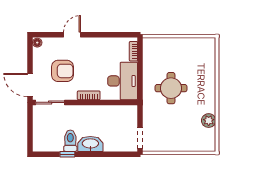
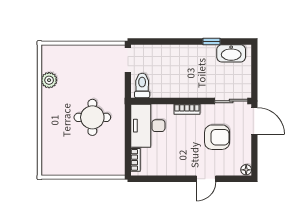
armchair: (62, 71) -> (217, 137), turned 180
toilet: (70, 141) -> (142, 86), moved, turned 180
washbasin: (90, 144) -> (231, 53), moved

